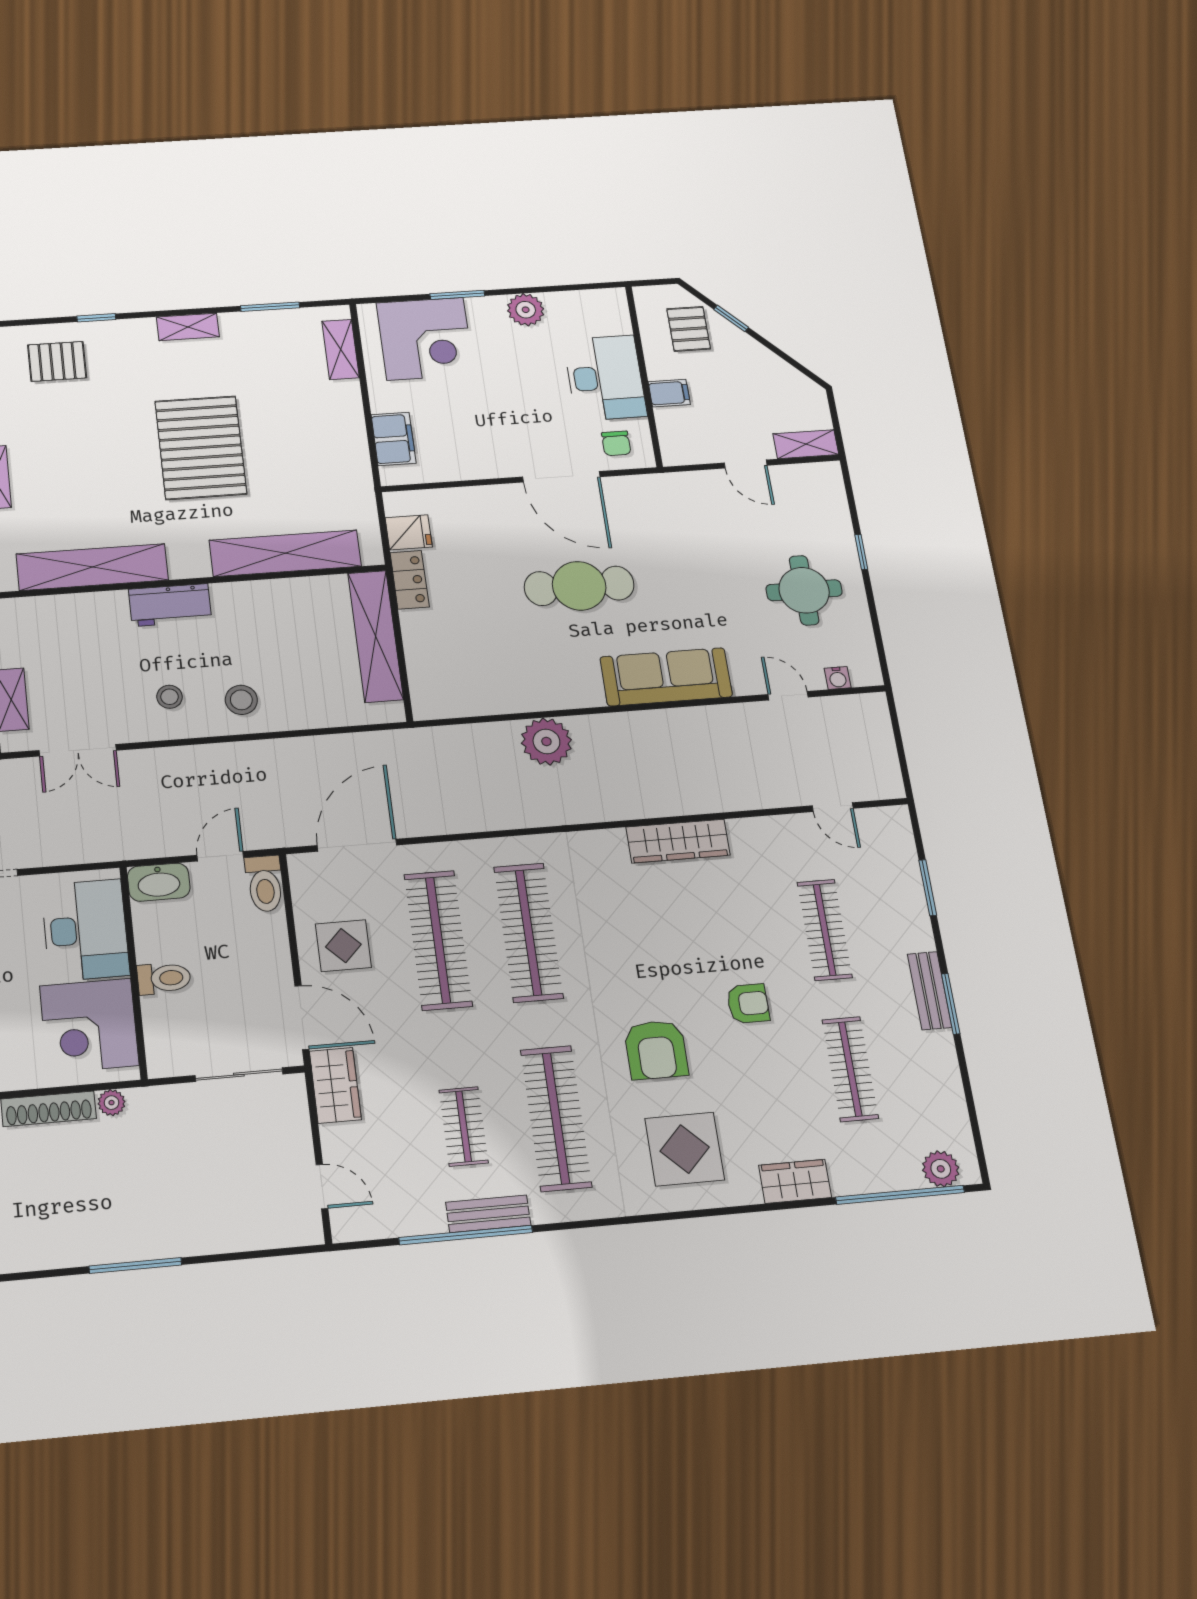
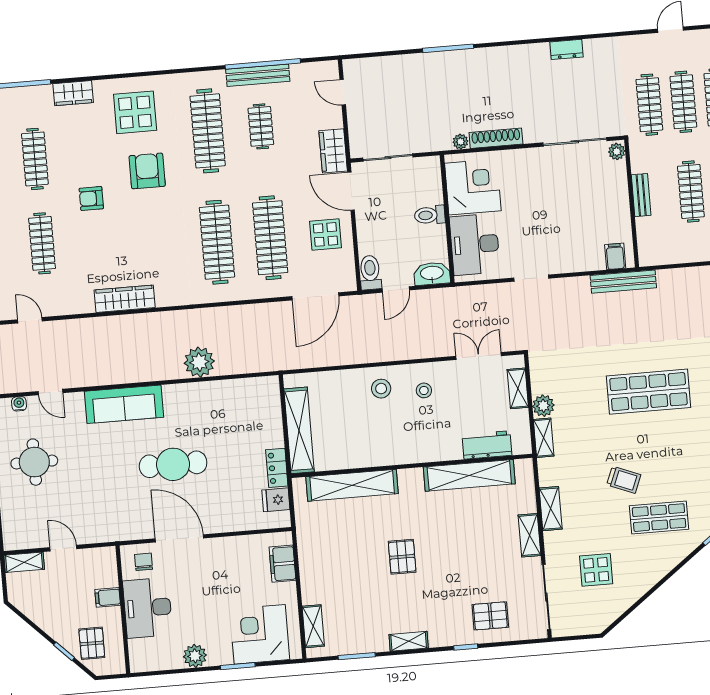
pallet: (201, 448) -> (402, 557), width x0.49, depth x0.50
workbench: (170, 605) -> (487, 445), moved
bench: (488, 1214) -> (258, 75), width x1.36

